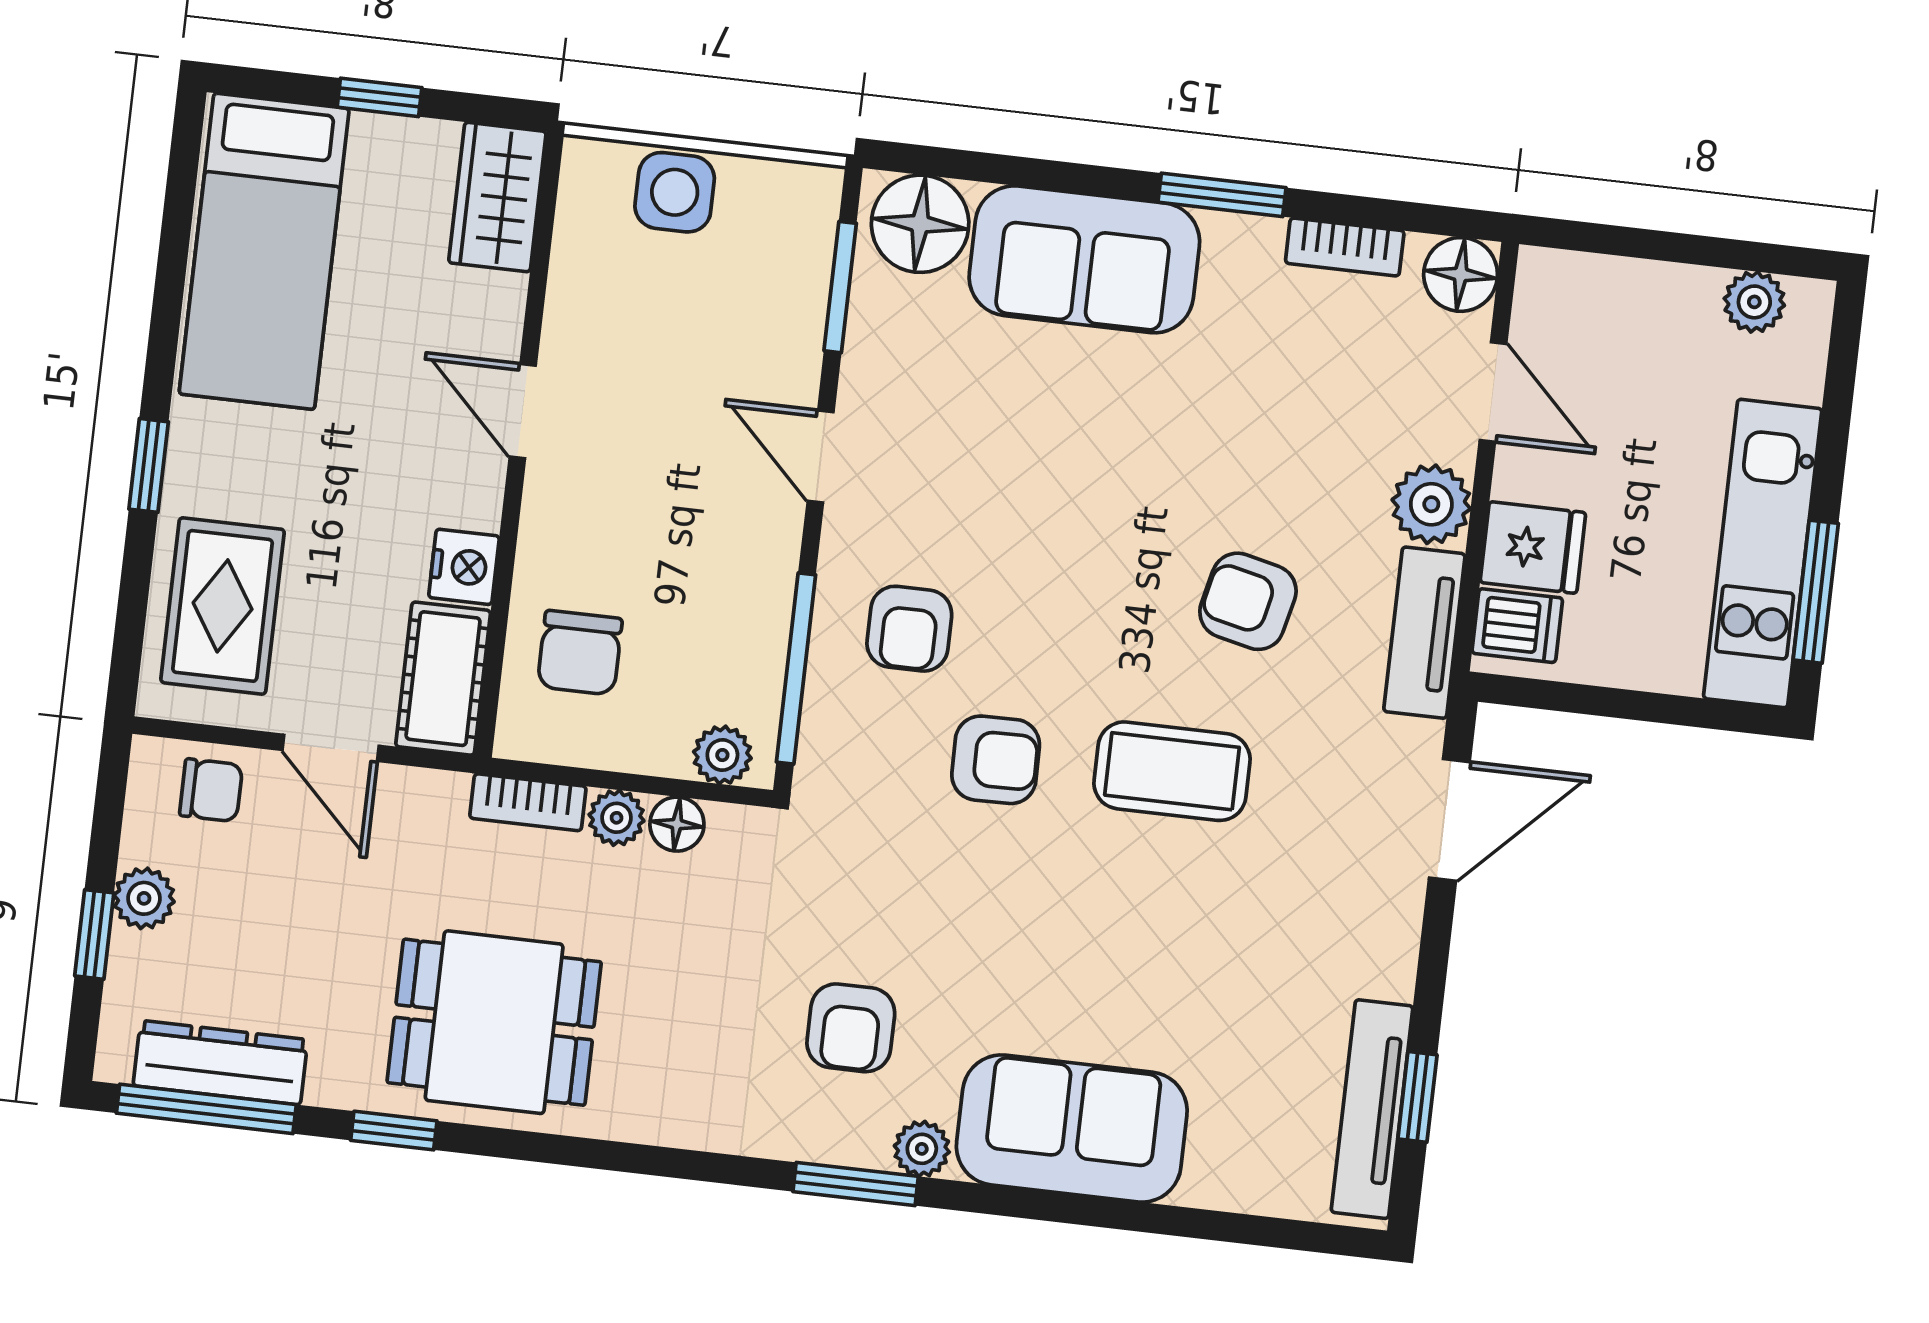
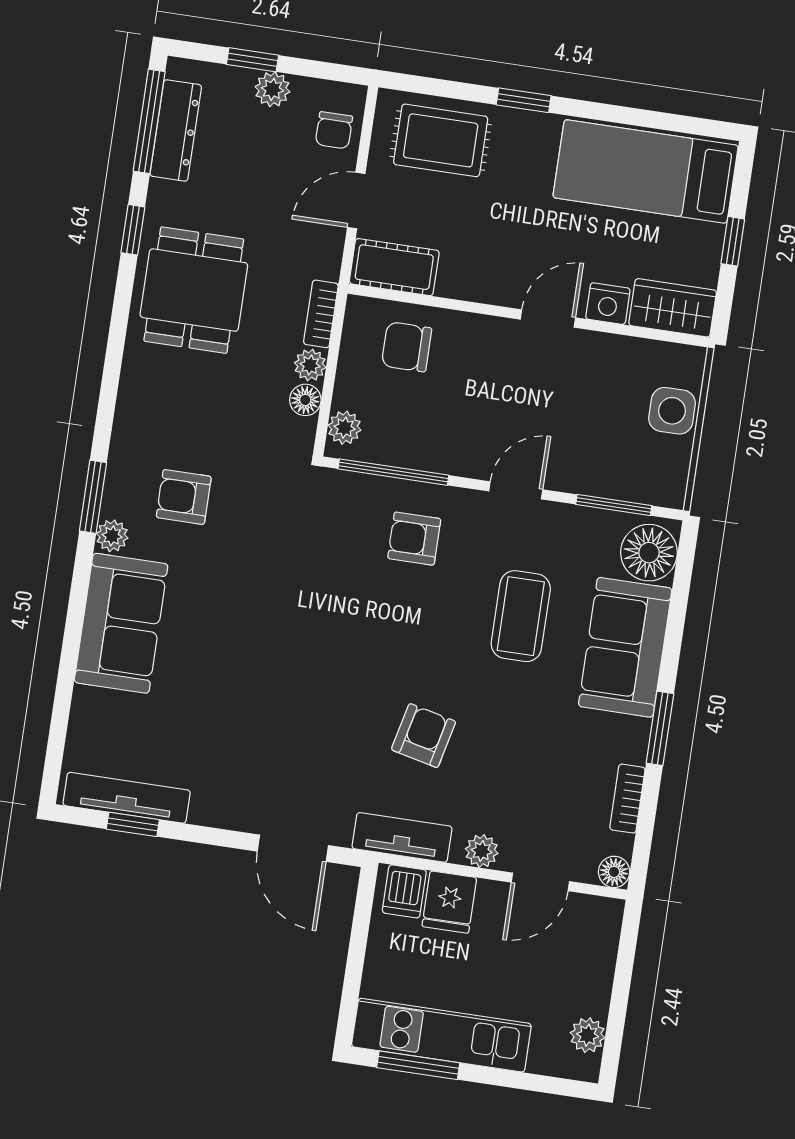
floor lamp: (1461, 274) -> (614, 872), width x0.73, depth x0.73
plant: (1431, 504) -> (482, 851), width x0.73, depth x0.73
nightstand: (464, 567) -> (608, 304), moved
armchair: (996, 760) -> (336, 586), removed
coffee table: (1172, 771) -> (521, 616), moved

